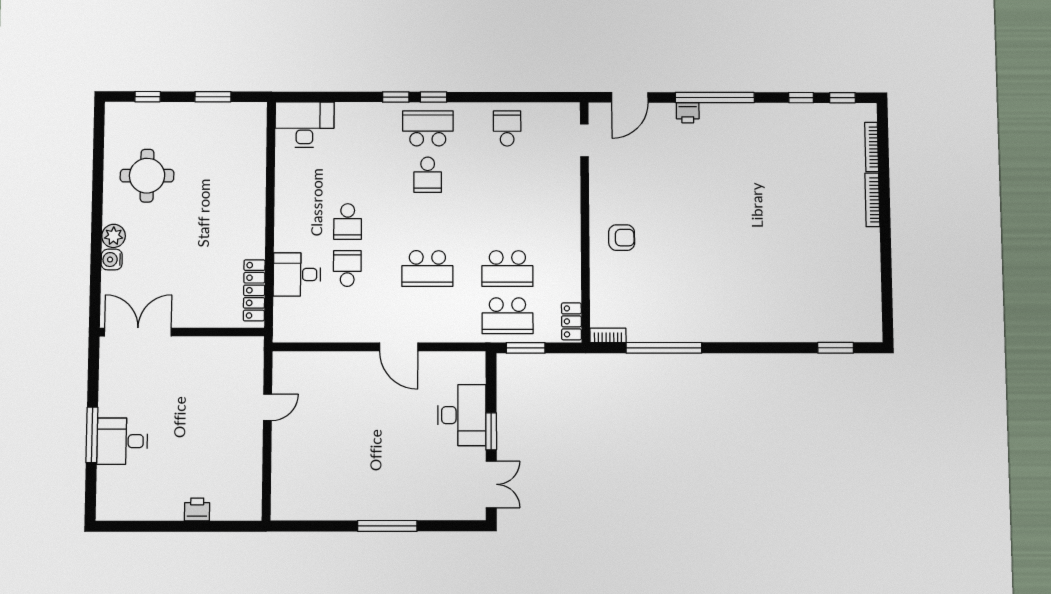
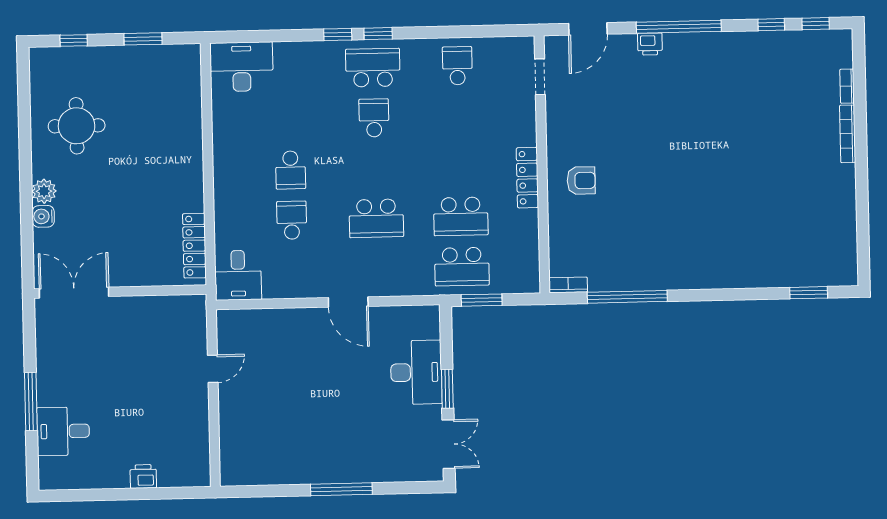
bookcase: (872, 147) -> (847, 86), width x0.64
school desk: (428, 175) -> (374, 118), turned 180
desk: (297, 274) -> (238, 275), moved, turned -90
locker: (571, 321) -> (527, 178), moved, width x1.53
desk: (122, 441) -> (63, 431), moved

